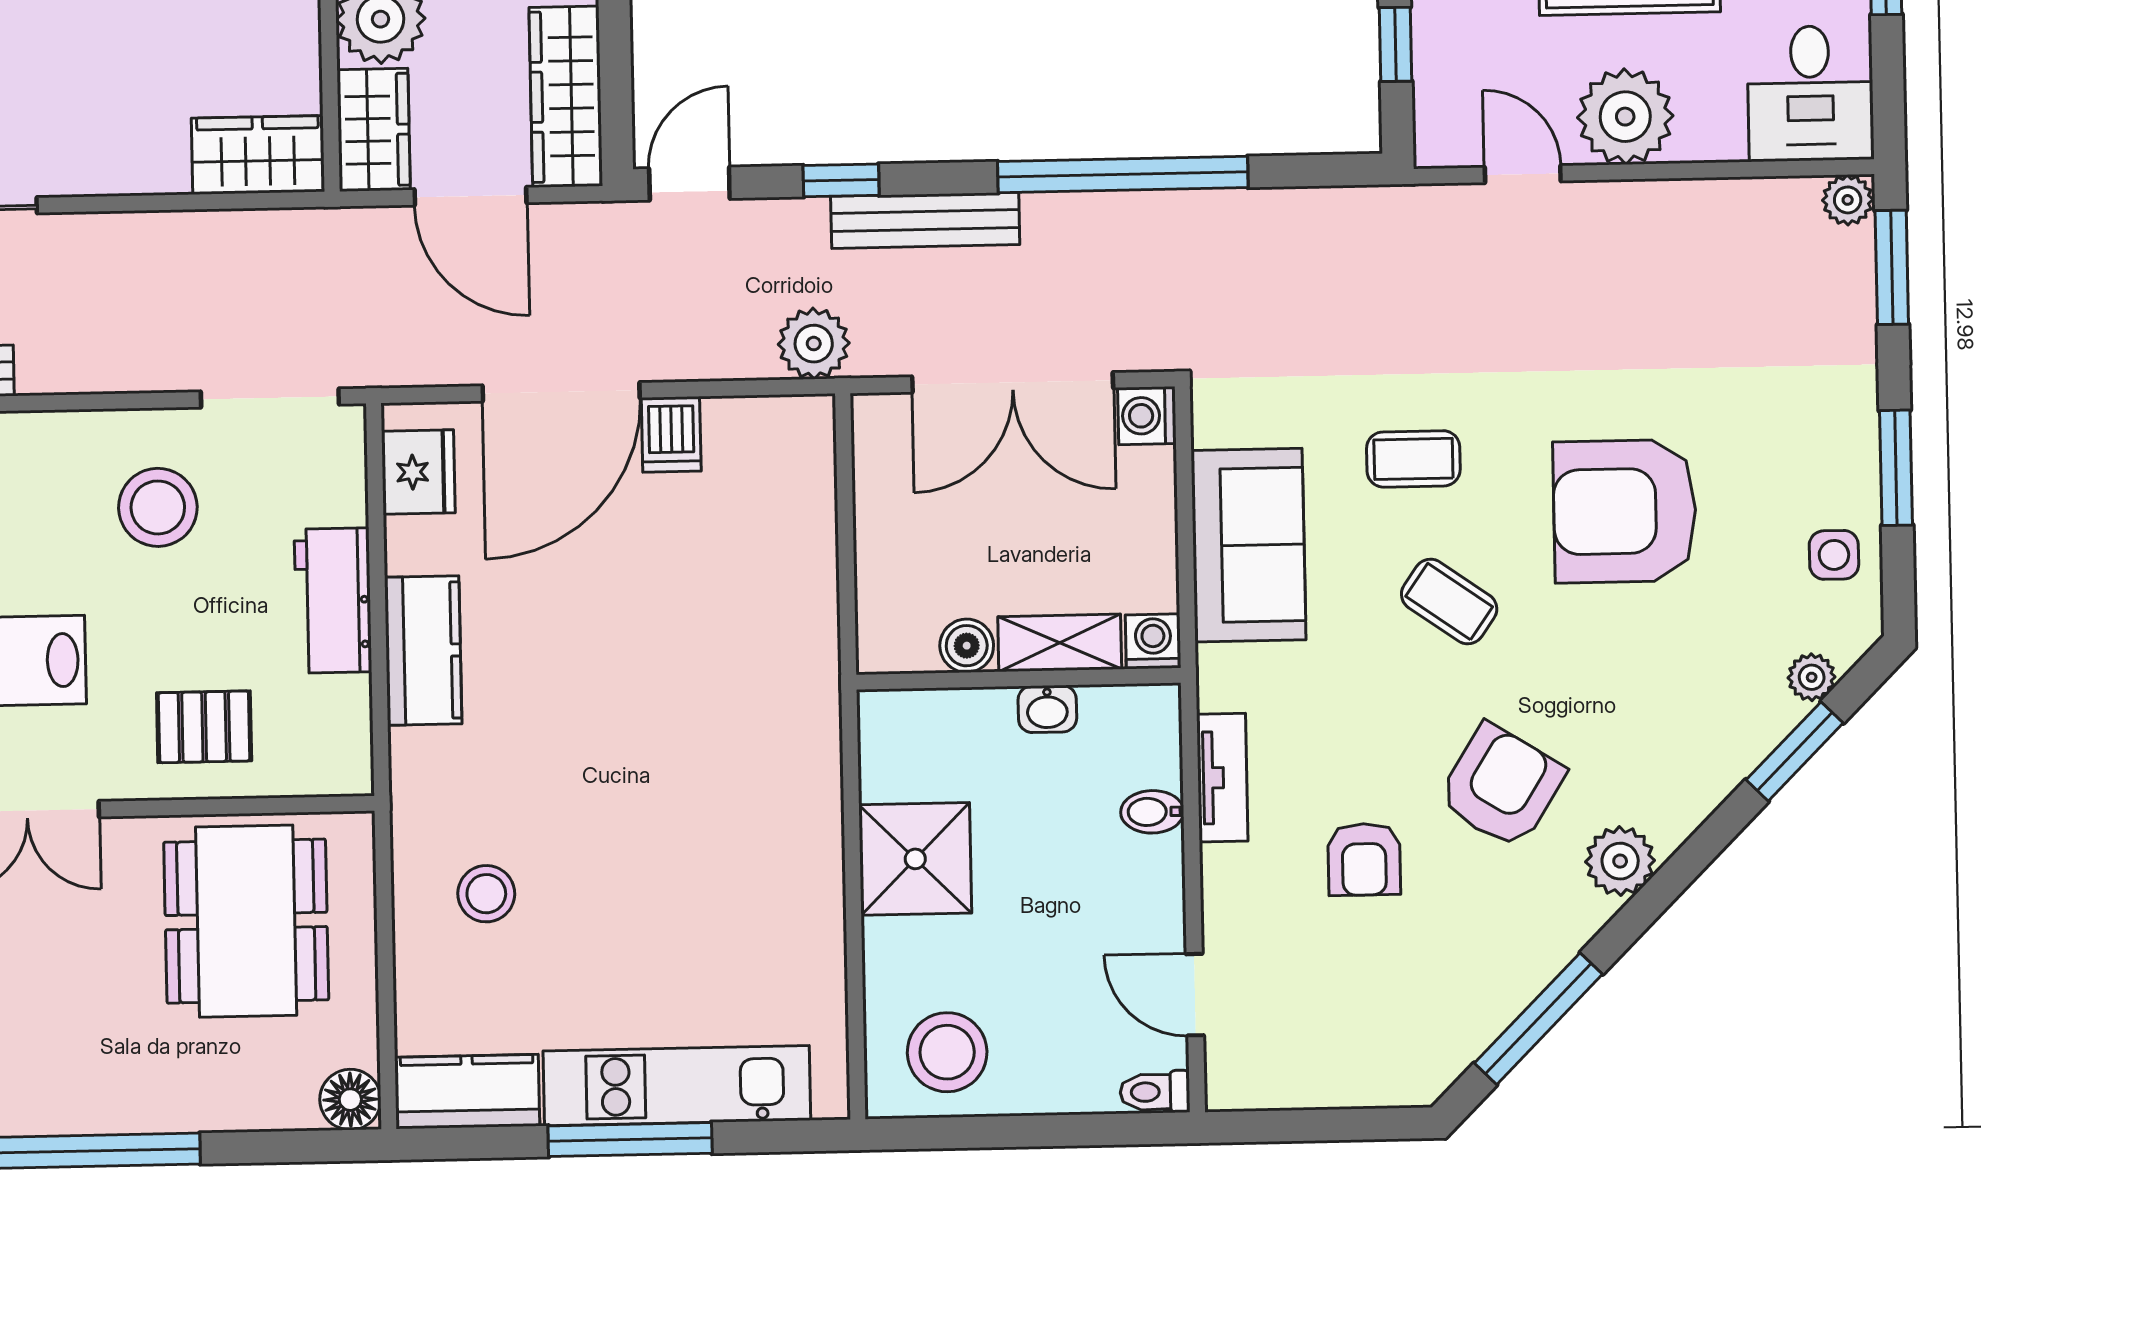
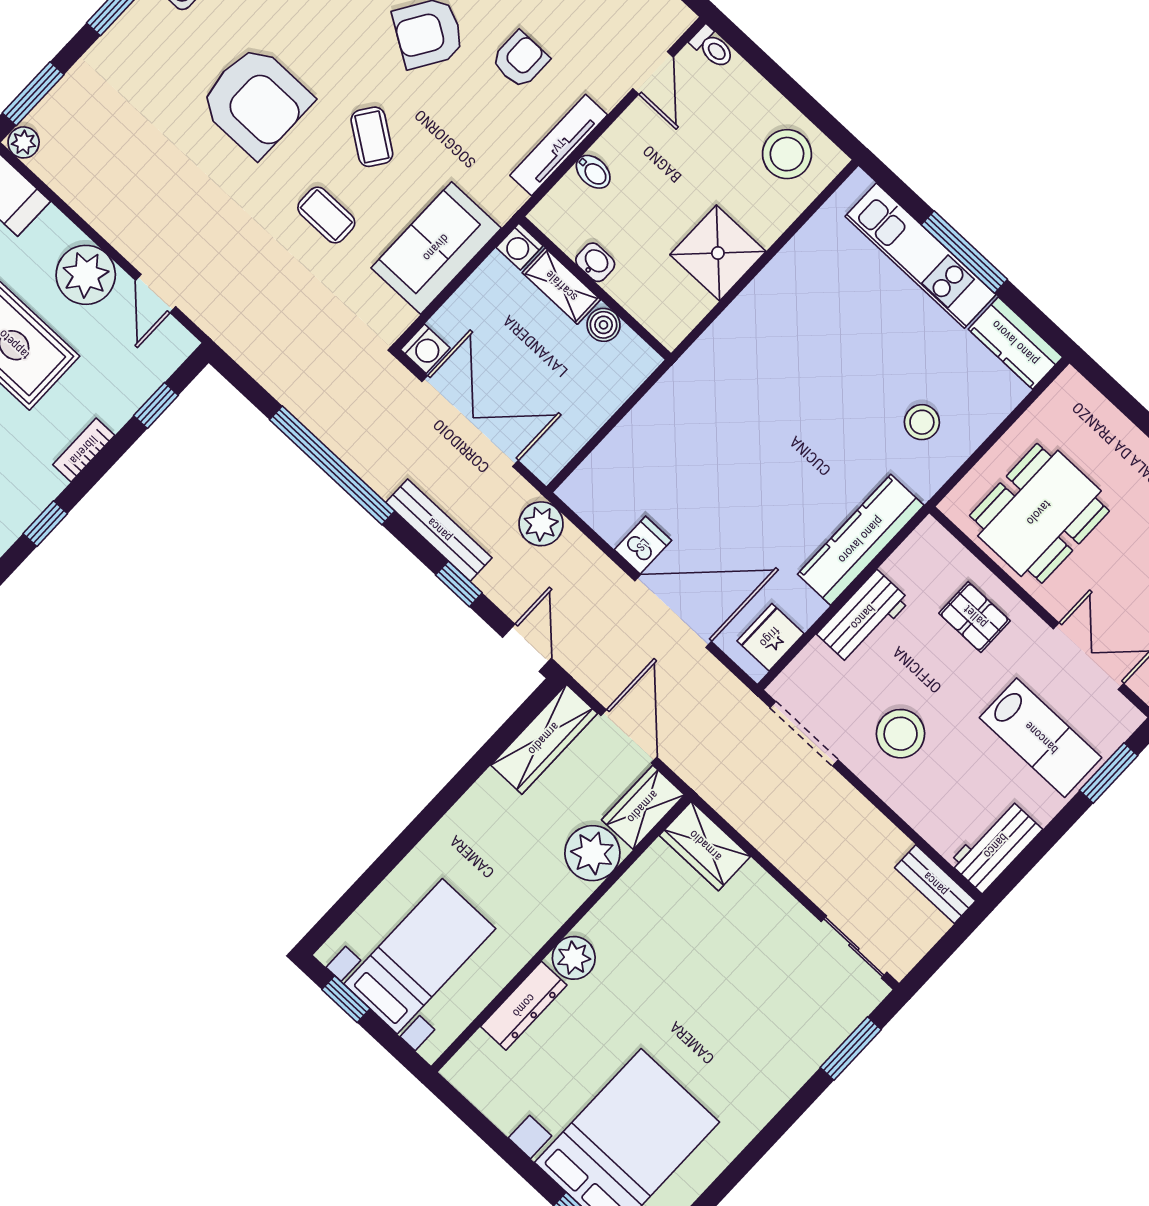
door: (689, 184) -> (527, 648), swing flipped
kitchen counter: (423, 651) -> (861, 540), width x1.50
tv unit: (1222, 778) -> (559, 145), width x1.41
floor lamp: (350, 1100) -> (1070, 390), removed

